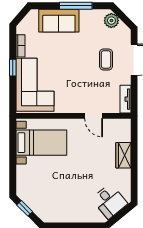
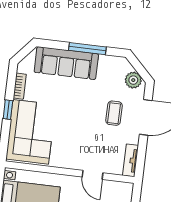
sofa: (59, 21) -> (66, 63), width x1.36
plant: (111, 21) -> (133, 80), moved

